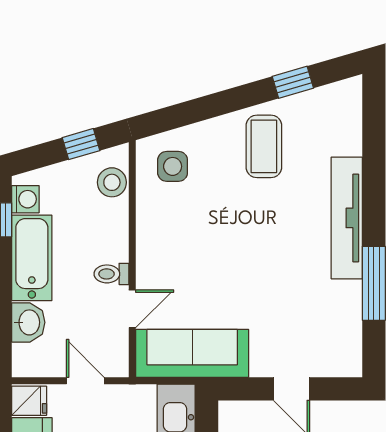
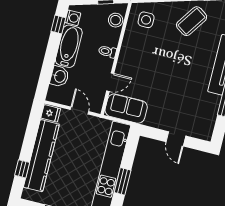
coffee table: (264, 146) -> (192, 21), turned 34
toilet: (111, 274) -> (107, 52), moved
sofa: (192, 353) -> (126, 109), width x0.73

